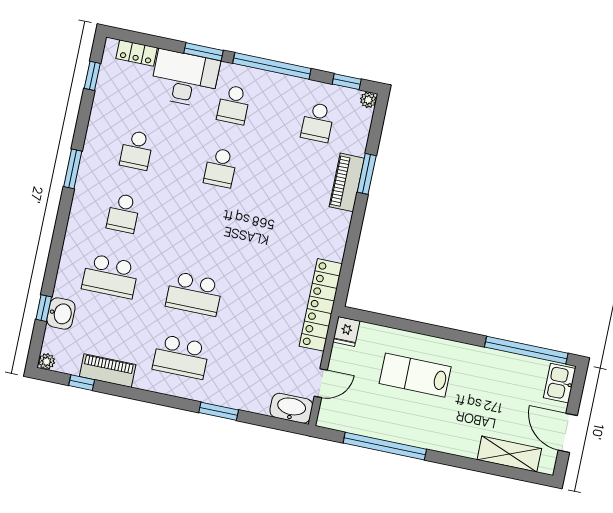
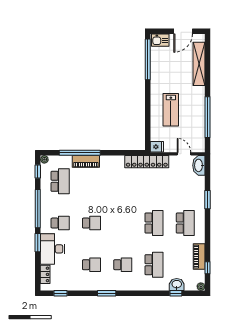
school desk: (318, 122) -> (60, 181), width x1.85
window: (367, 174) -> (80, 153), width x2.11
shelving: (509, 454) -> (199, 64), width x1.47

